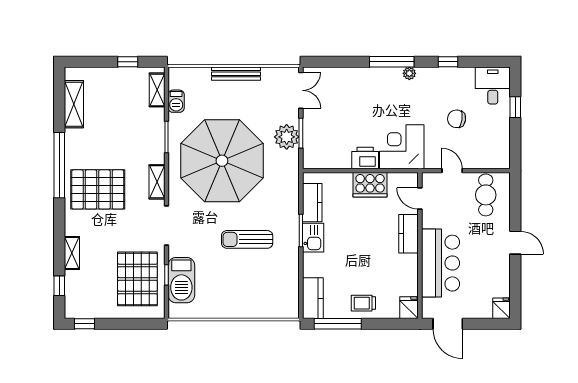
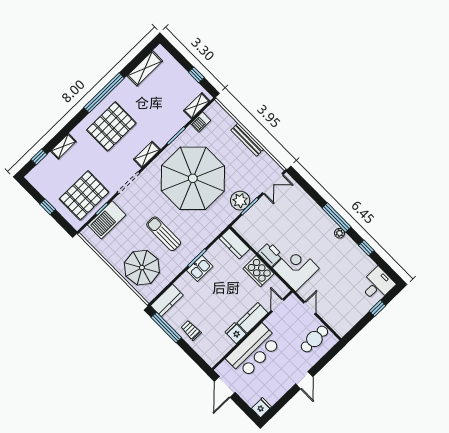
chair: (457, 119) -> (340, 283), removed
pallet: (98, 189) -> (111, 126), turned 90
kitchen counter: (312, 203) -> (234, 244), moved, turned 90
parasol: (259, 291) -> (142, 268), added
fridge: (409, 308) -> (236, 333), moved, turned -90
window: (85, 324) -> (48, 207), moved

